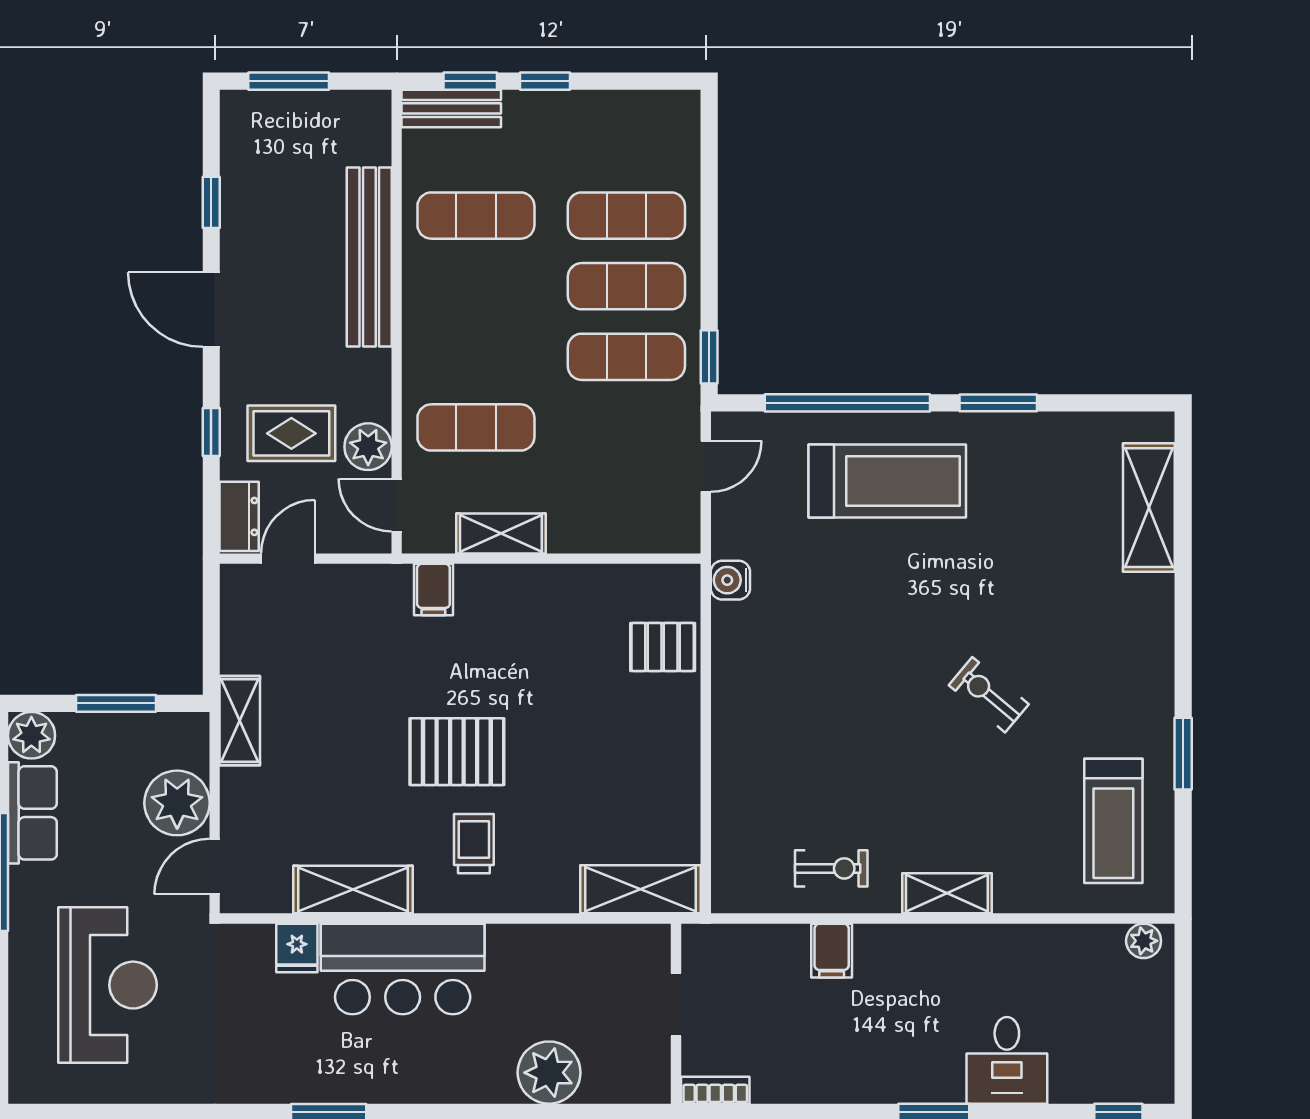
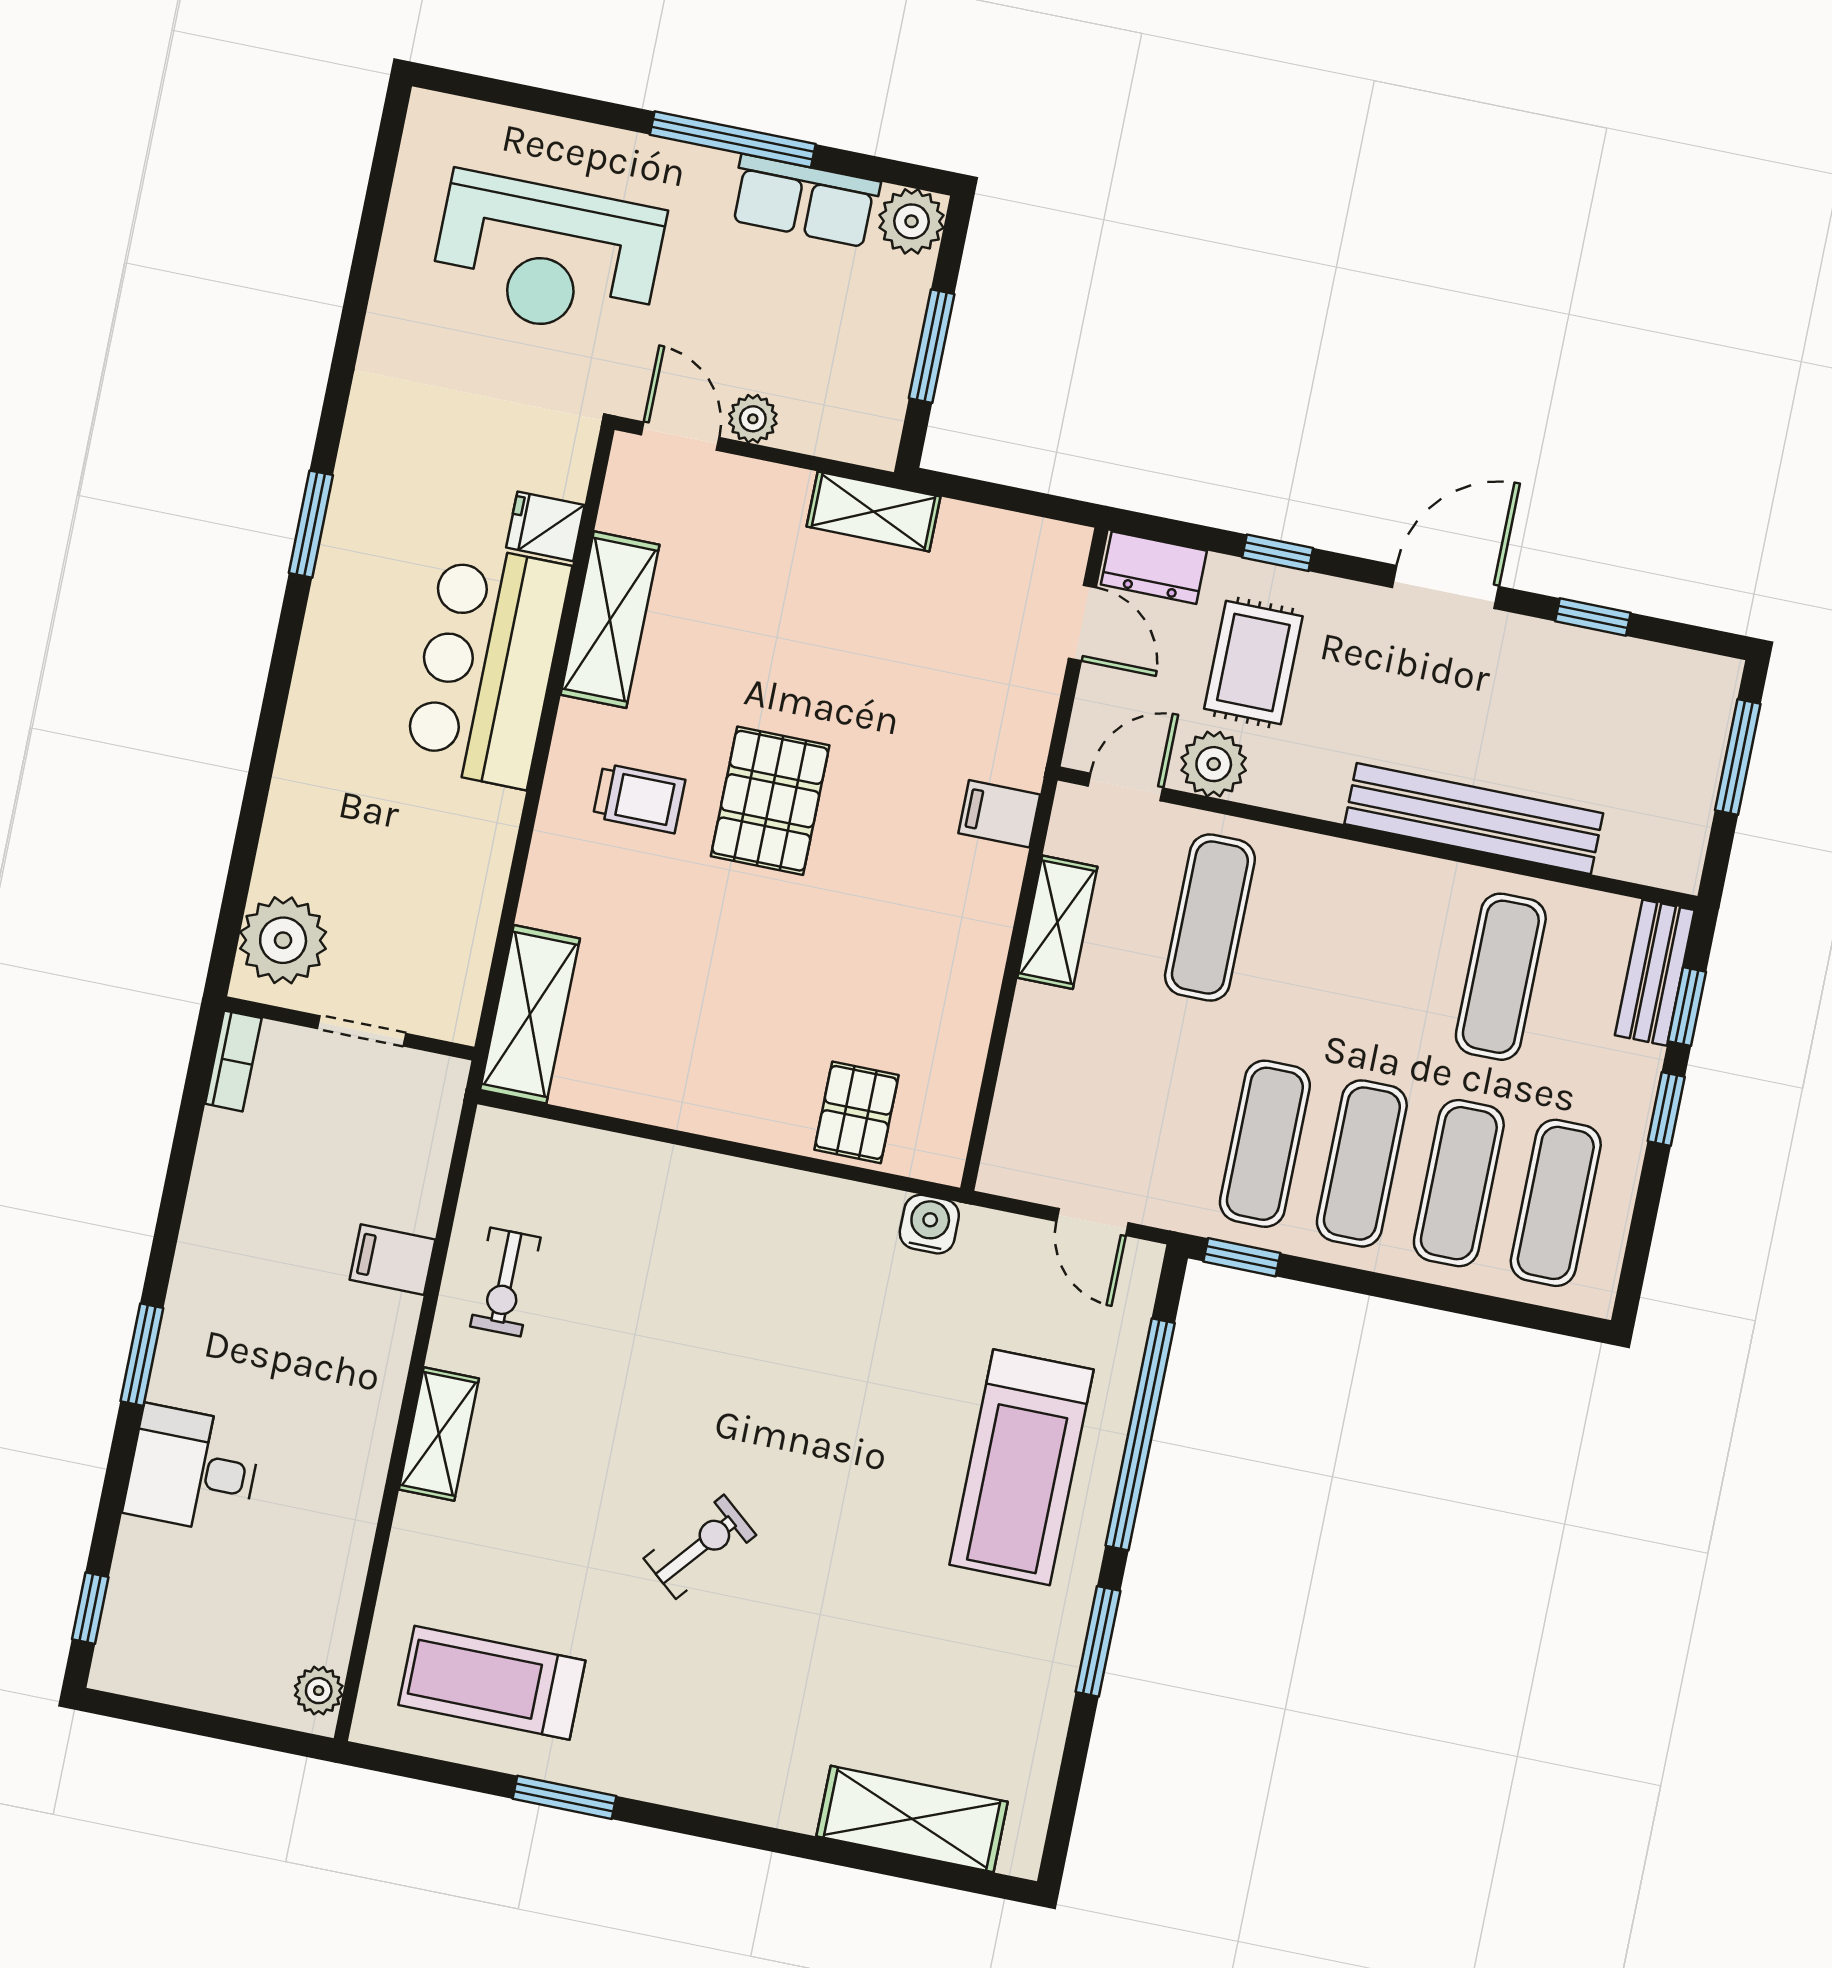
exercise mat: (626, 145) -> (1556, 1203), added
plant: (177, 803) -> (753, 419), width x0.53, depth x0.53
plant: (549, 1073) -> (283, 940), moved

